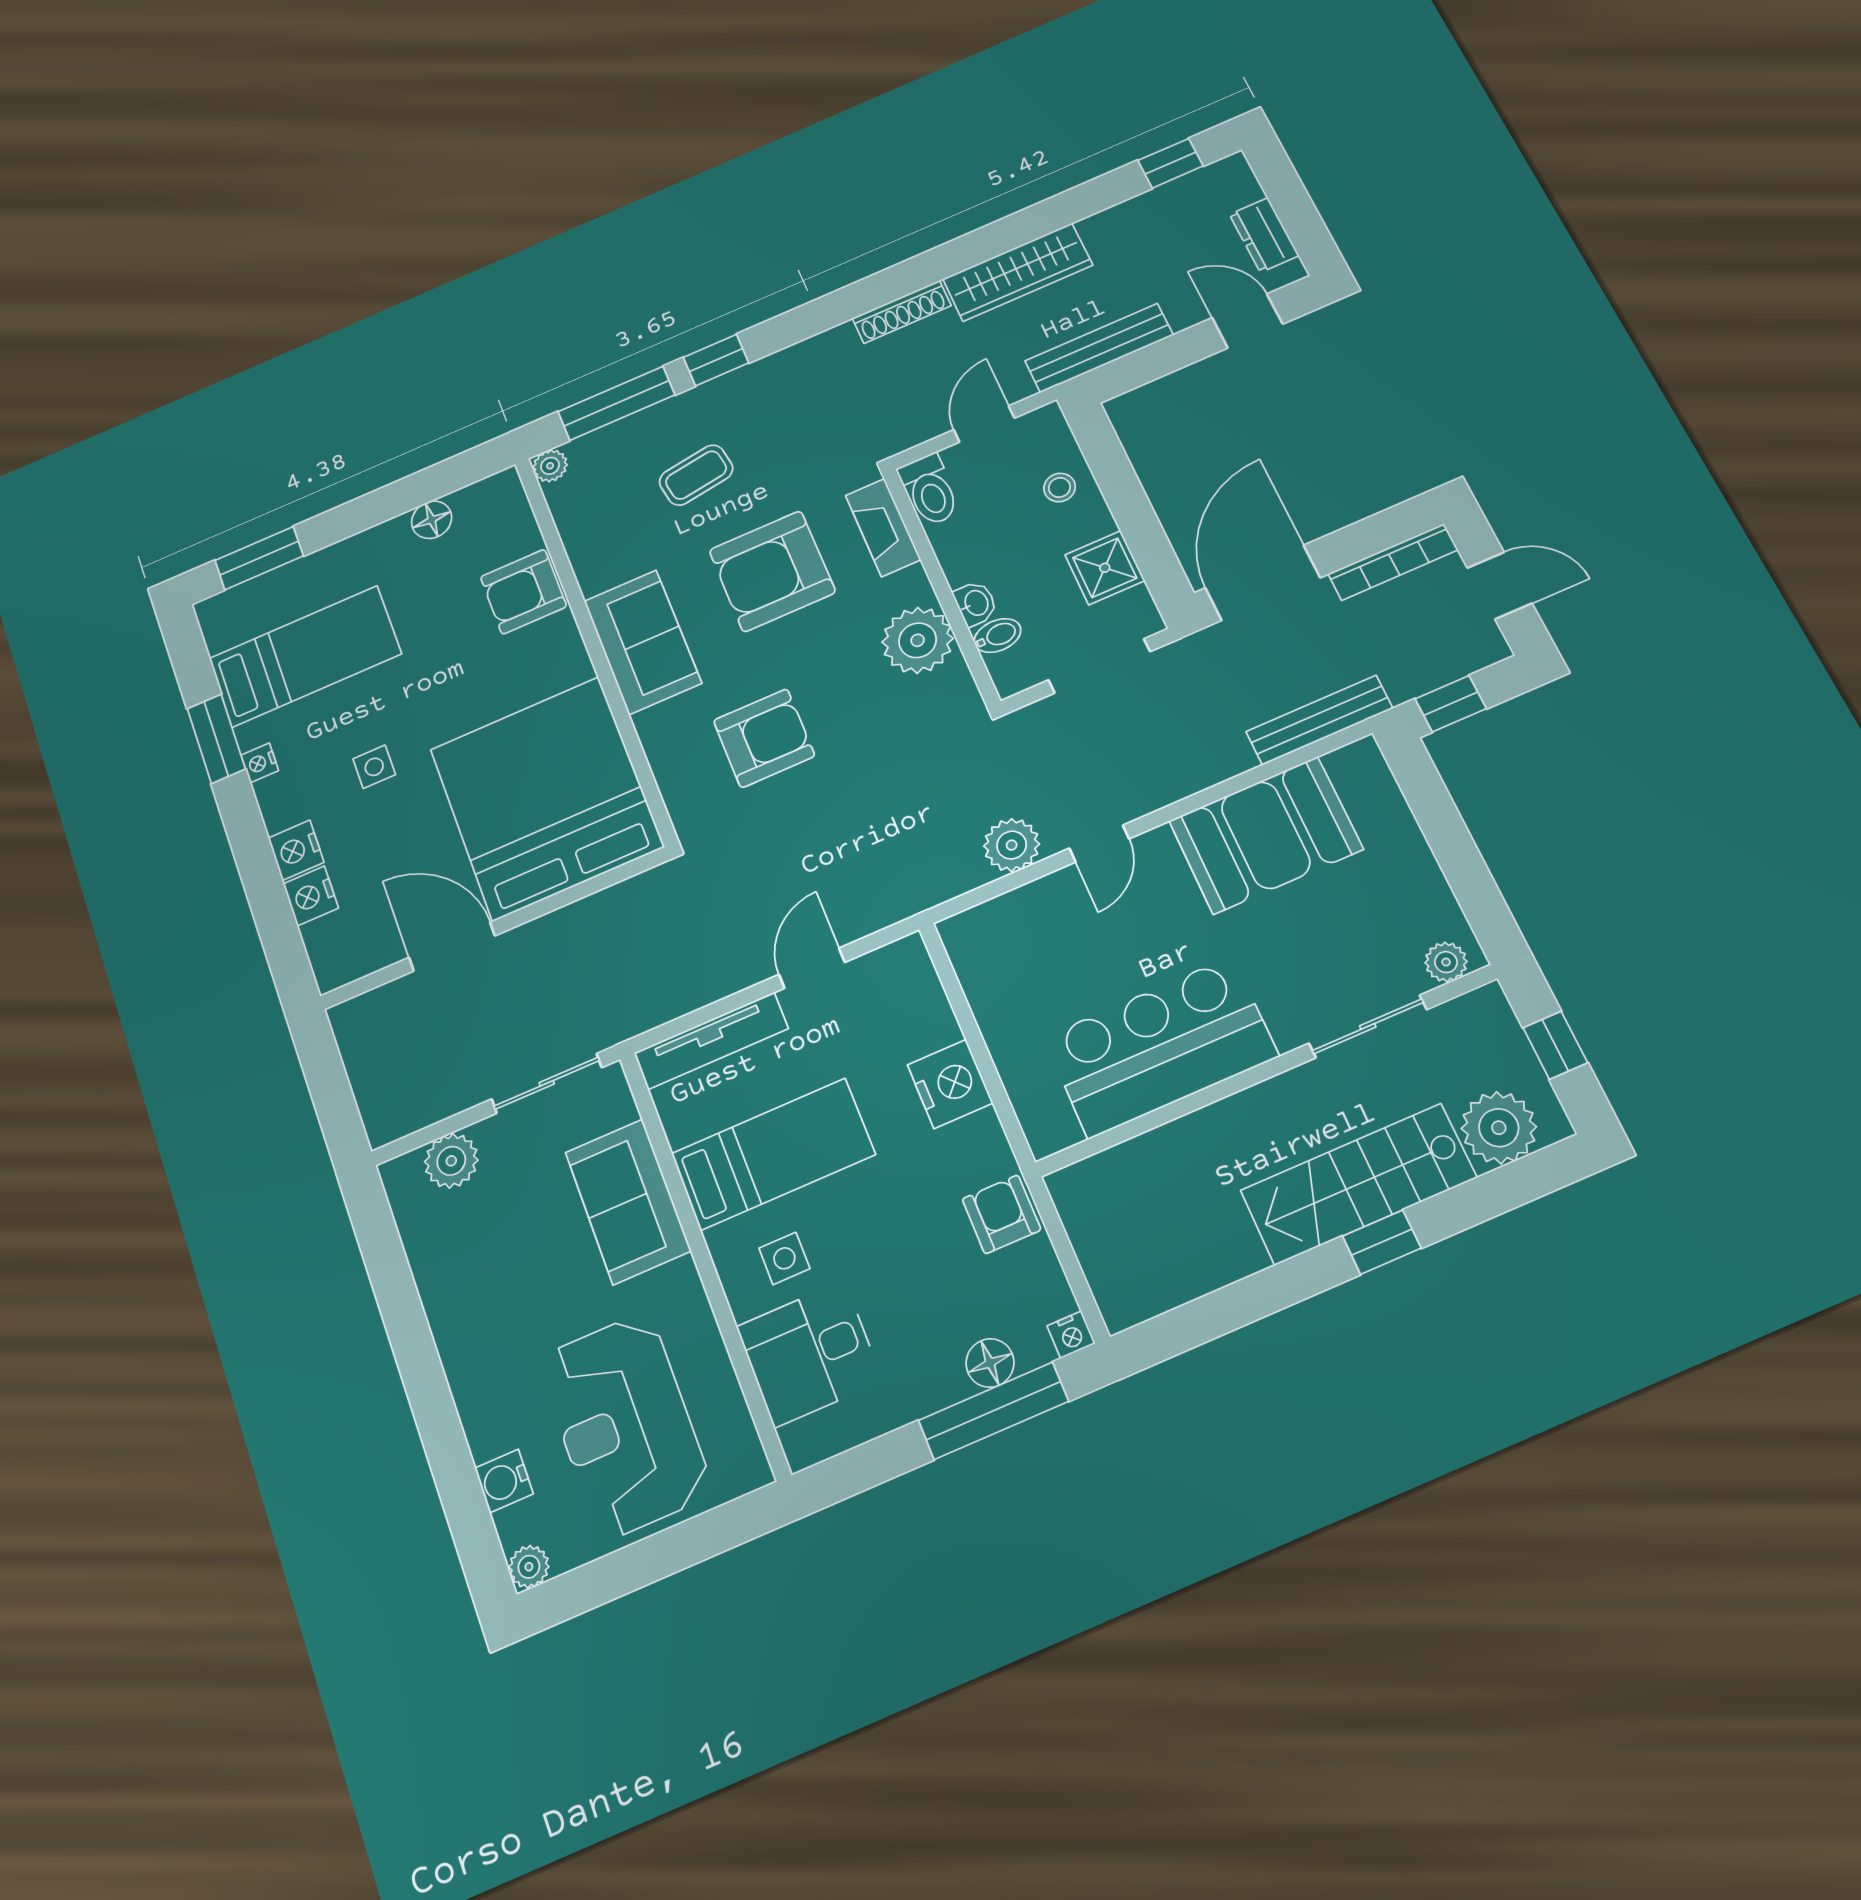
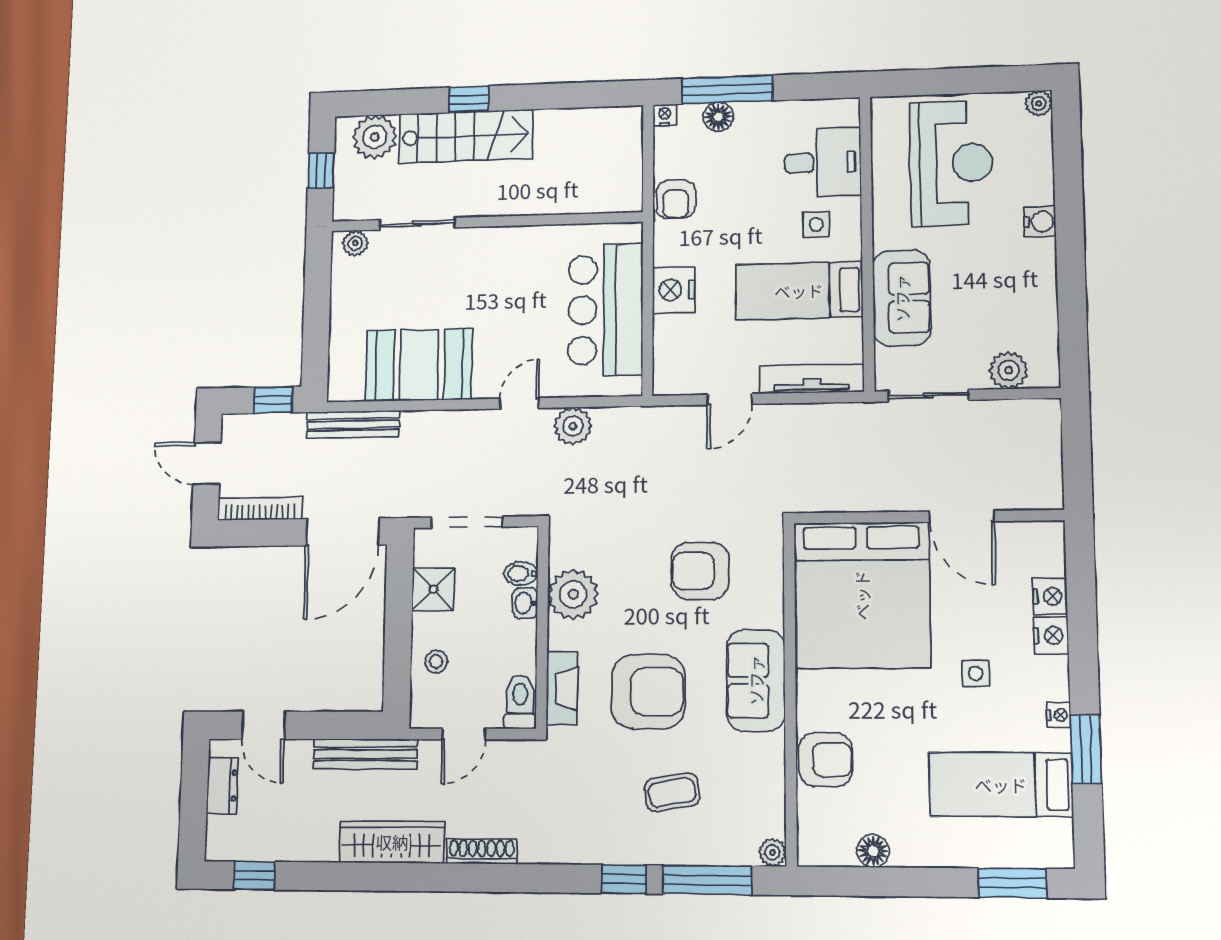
bar counter: (1161, 1047) -> (605, 310), moved, turned 90
water cooler: (504, 1481) -> (1040, 222), moved

